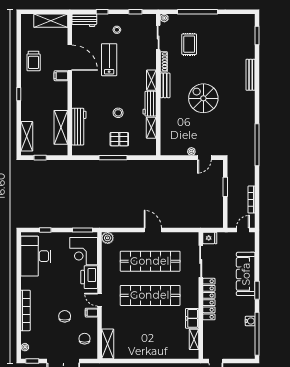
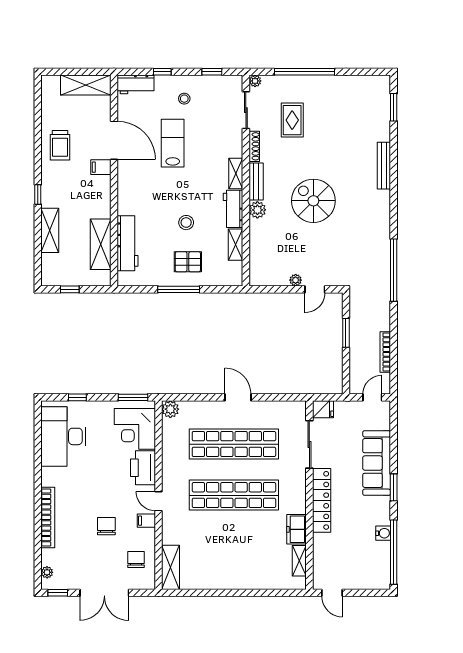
plant: (166, 104) -> (257, 210), added
shelving: (27, 136) -> (50, 230), moved

